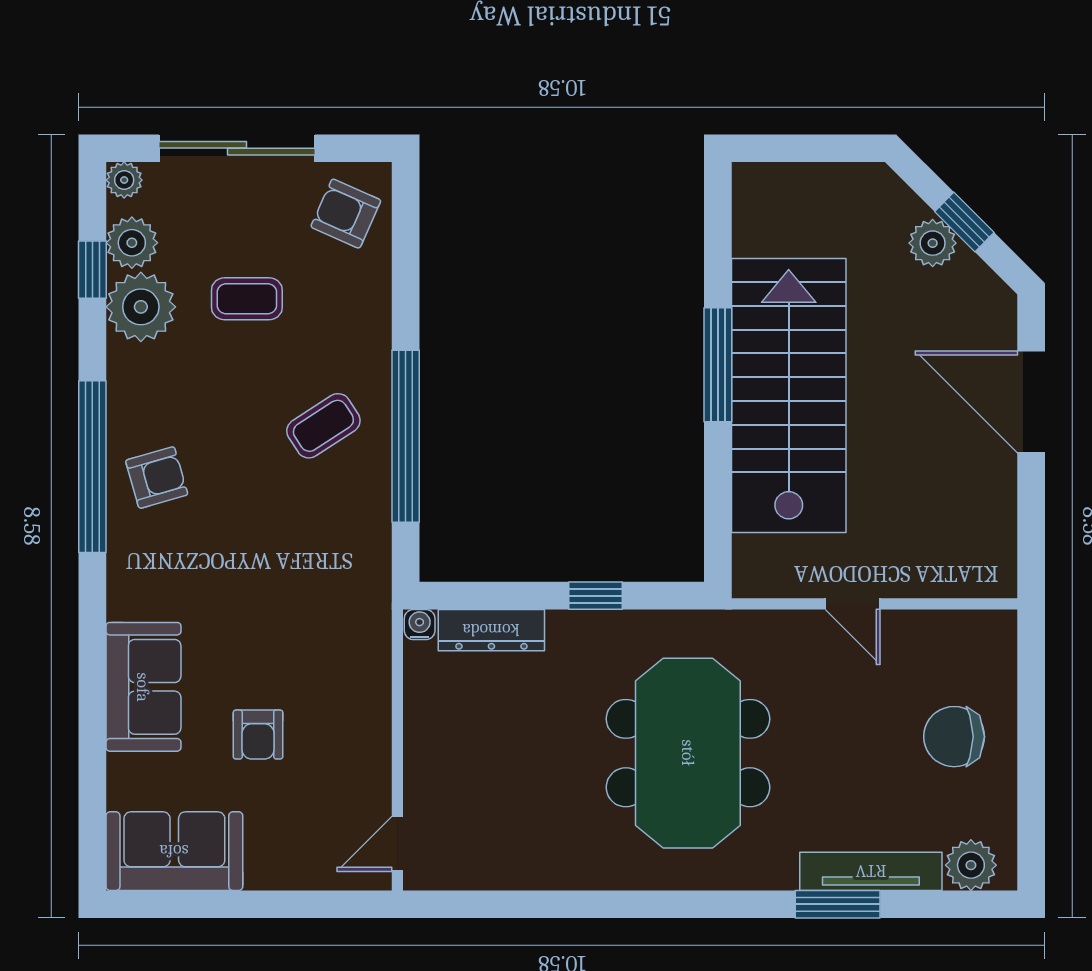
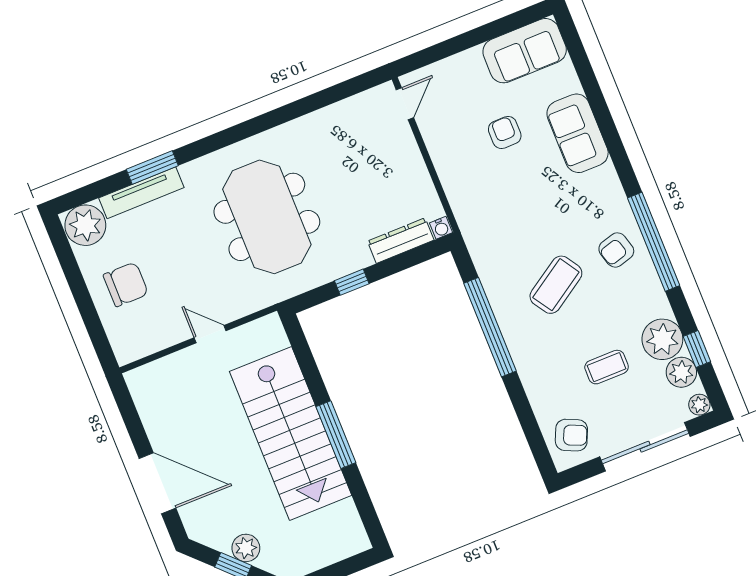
coffee table: (323, 426) -> (556, 285), moved, width x1.36, depth x1.30
plant: (971, 865) -> (85, 225), width x1.36, depth x1.36

